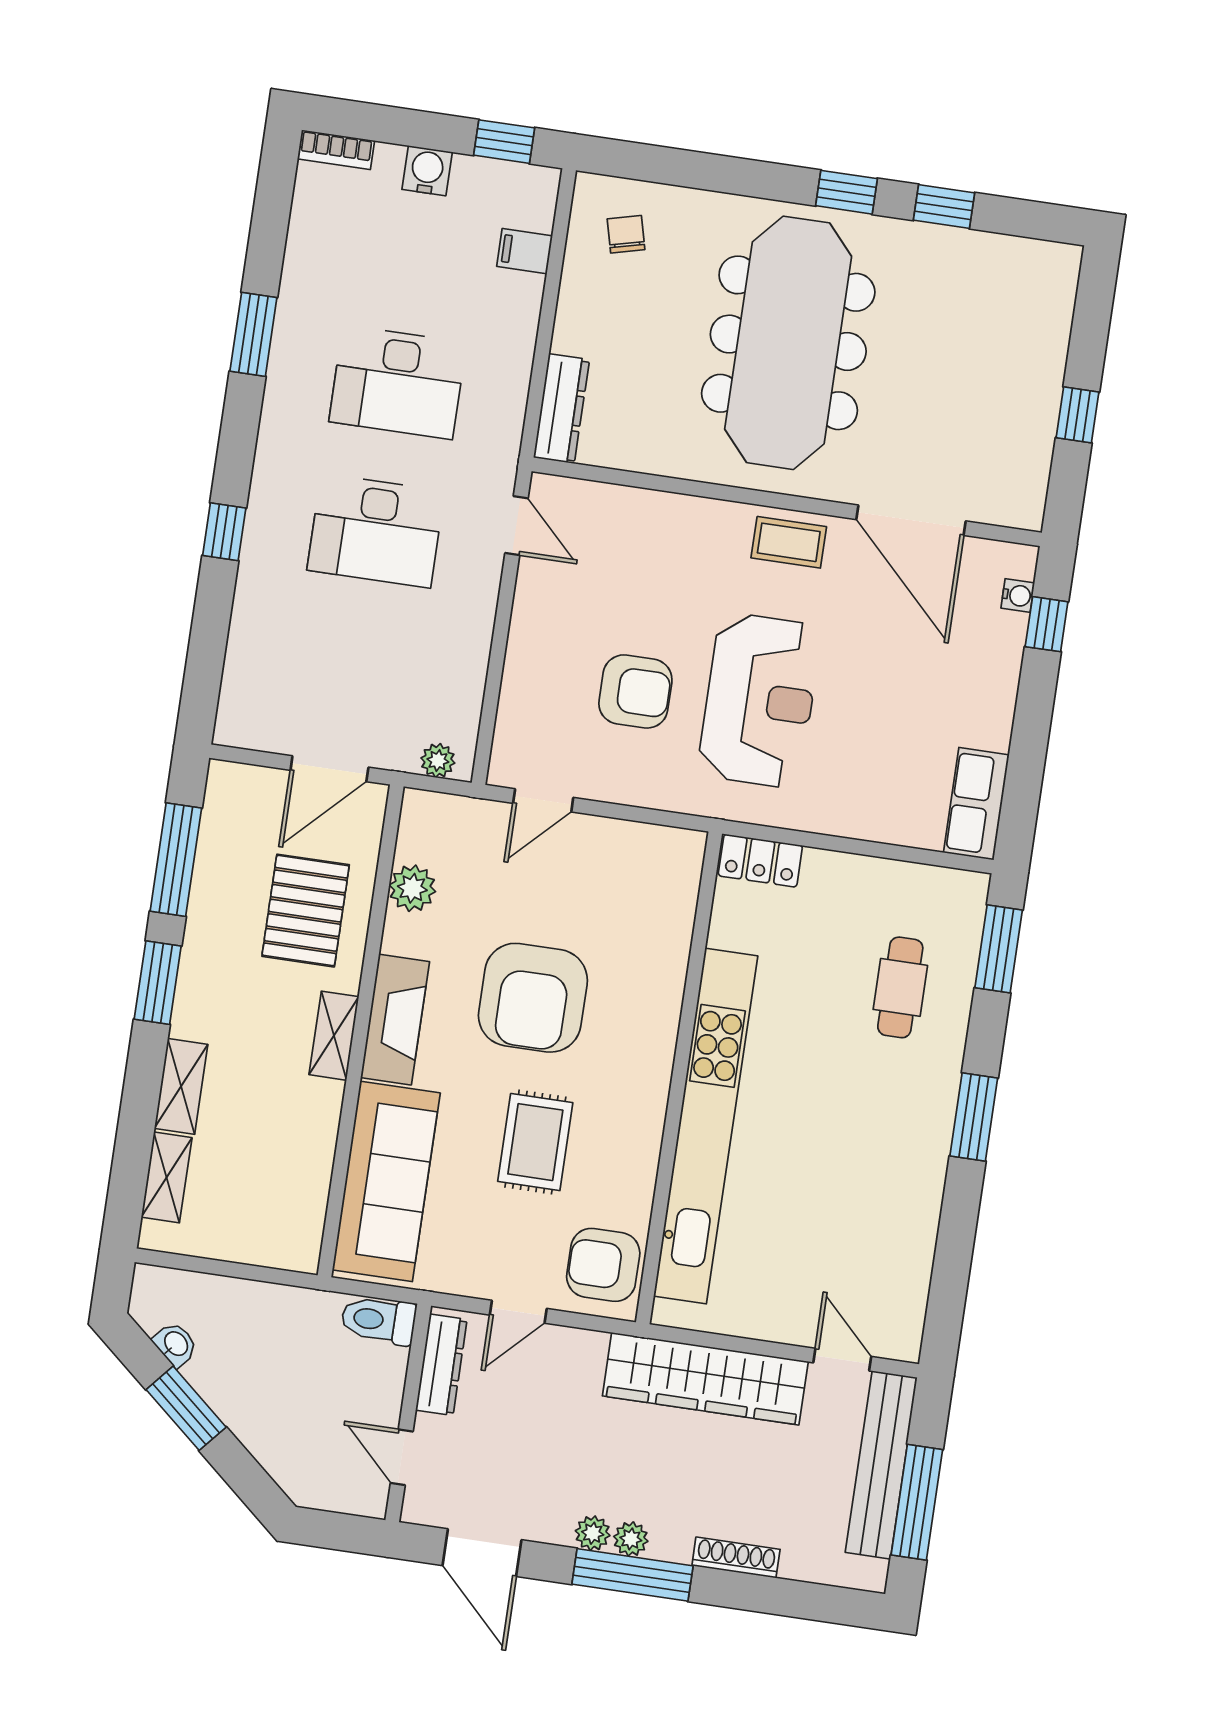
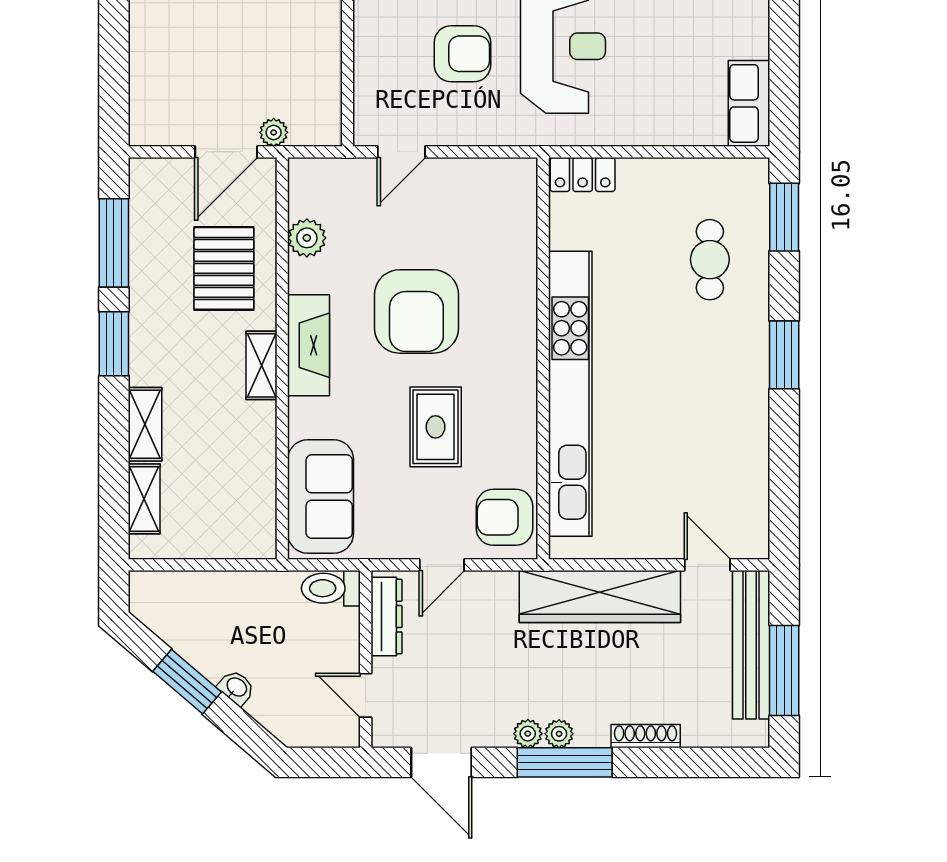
plant: (438, 761) -> (274, 132), moved
sofa: (386, 1181) -> (321, 497), width x0.73
washbasin: (175, 1344) -> (236, 688), moved

